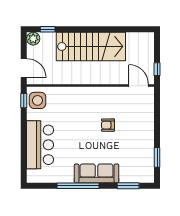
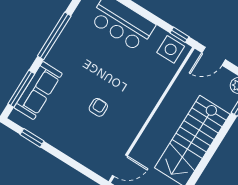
sofa: (97, 173) -> (38, 91), moved
window: (128, 186) -> (21, 89), width x1.44

